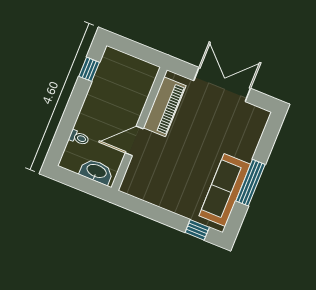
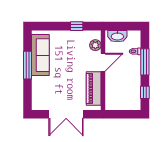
window: (71, 116) -> (145, 62), added
plant: (135, 171) -> (95, 45), added
window: (197, 230) -> (77, 26), moved

